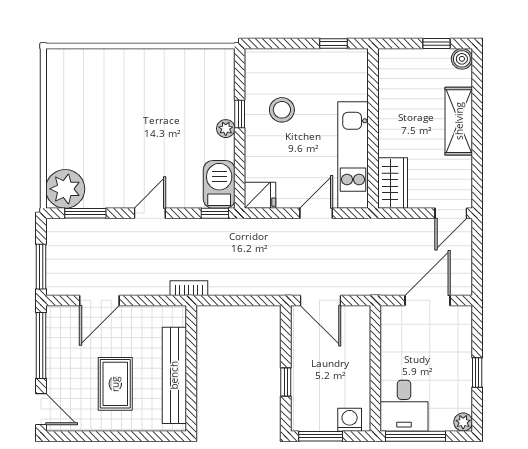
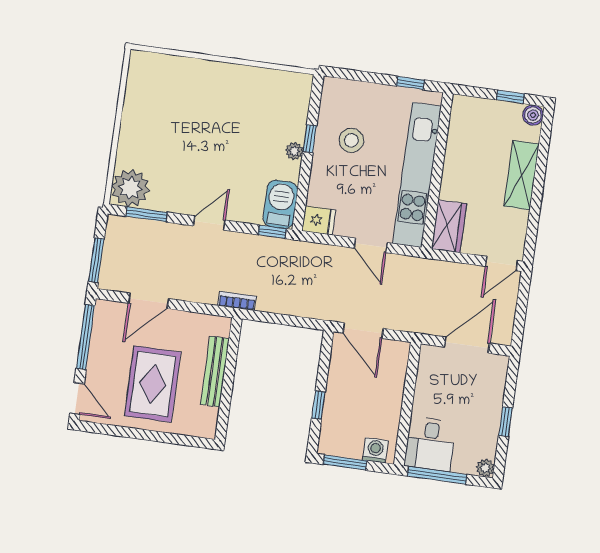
kitchen unit: (353, 155) -> (417, 175), width x1.36
door: (316, 213) -> (371, 245), swing flipped
bench: (174, 375) -> (215, 371), width x0.73, depth x0.82
rug: (115, 384) -> (153, 384), width x1.36, depth x1.43

